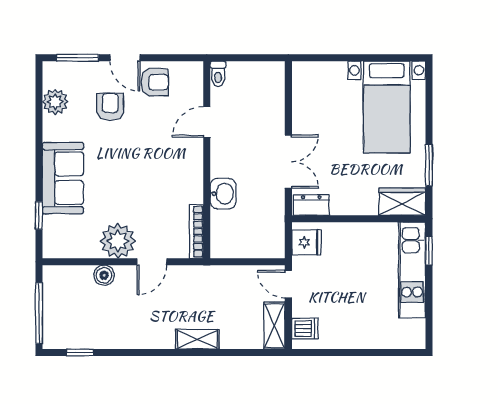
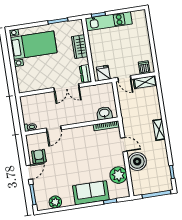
armchair: (110, 107) -> (54, 176), removed
door: (207, 122) -> (54, 129), hinge flipped
double door: (288, 162) -> (67, 88), swing flipped
washbasin: (223, 194) -> (104, 113), moved
wardrobe: (402, 202) -> (80, 47), moved
plant: (118, 241) -> (118, 175), moved
boiler: (104, 275) -> (137, 161), width x1.86, depth x1.86
door: (288, 284) -> (124, 79), hinge flipped
shelving: (197, 339) -> (159, 130), moved

